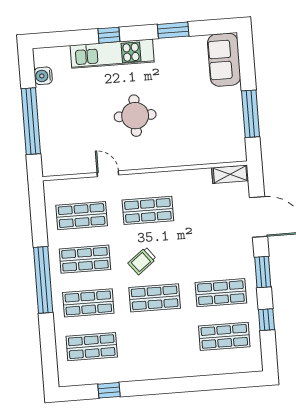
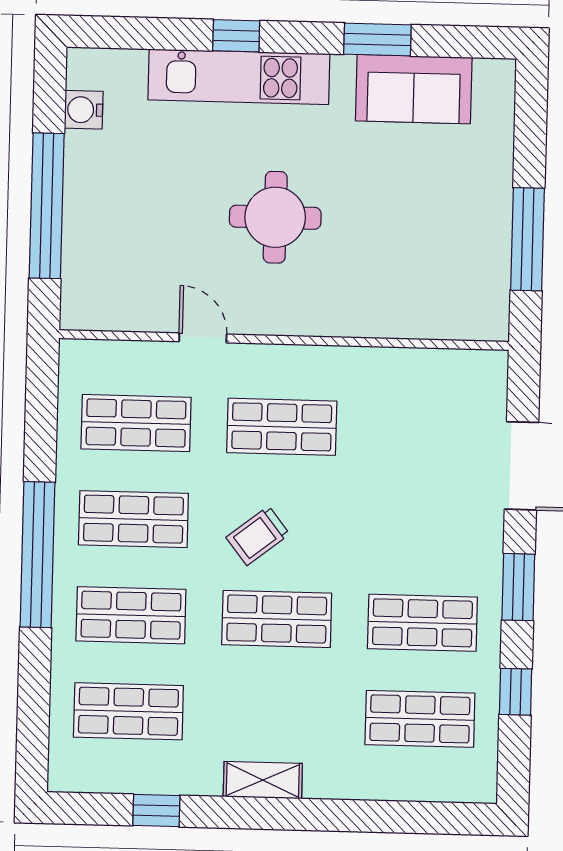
sofa: (224, 60) -> (414, 89), moved, turned -90
shelving: (230, 174) -> (263, 780), moved

